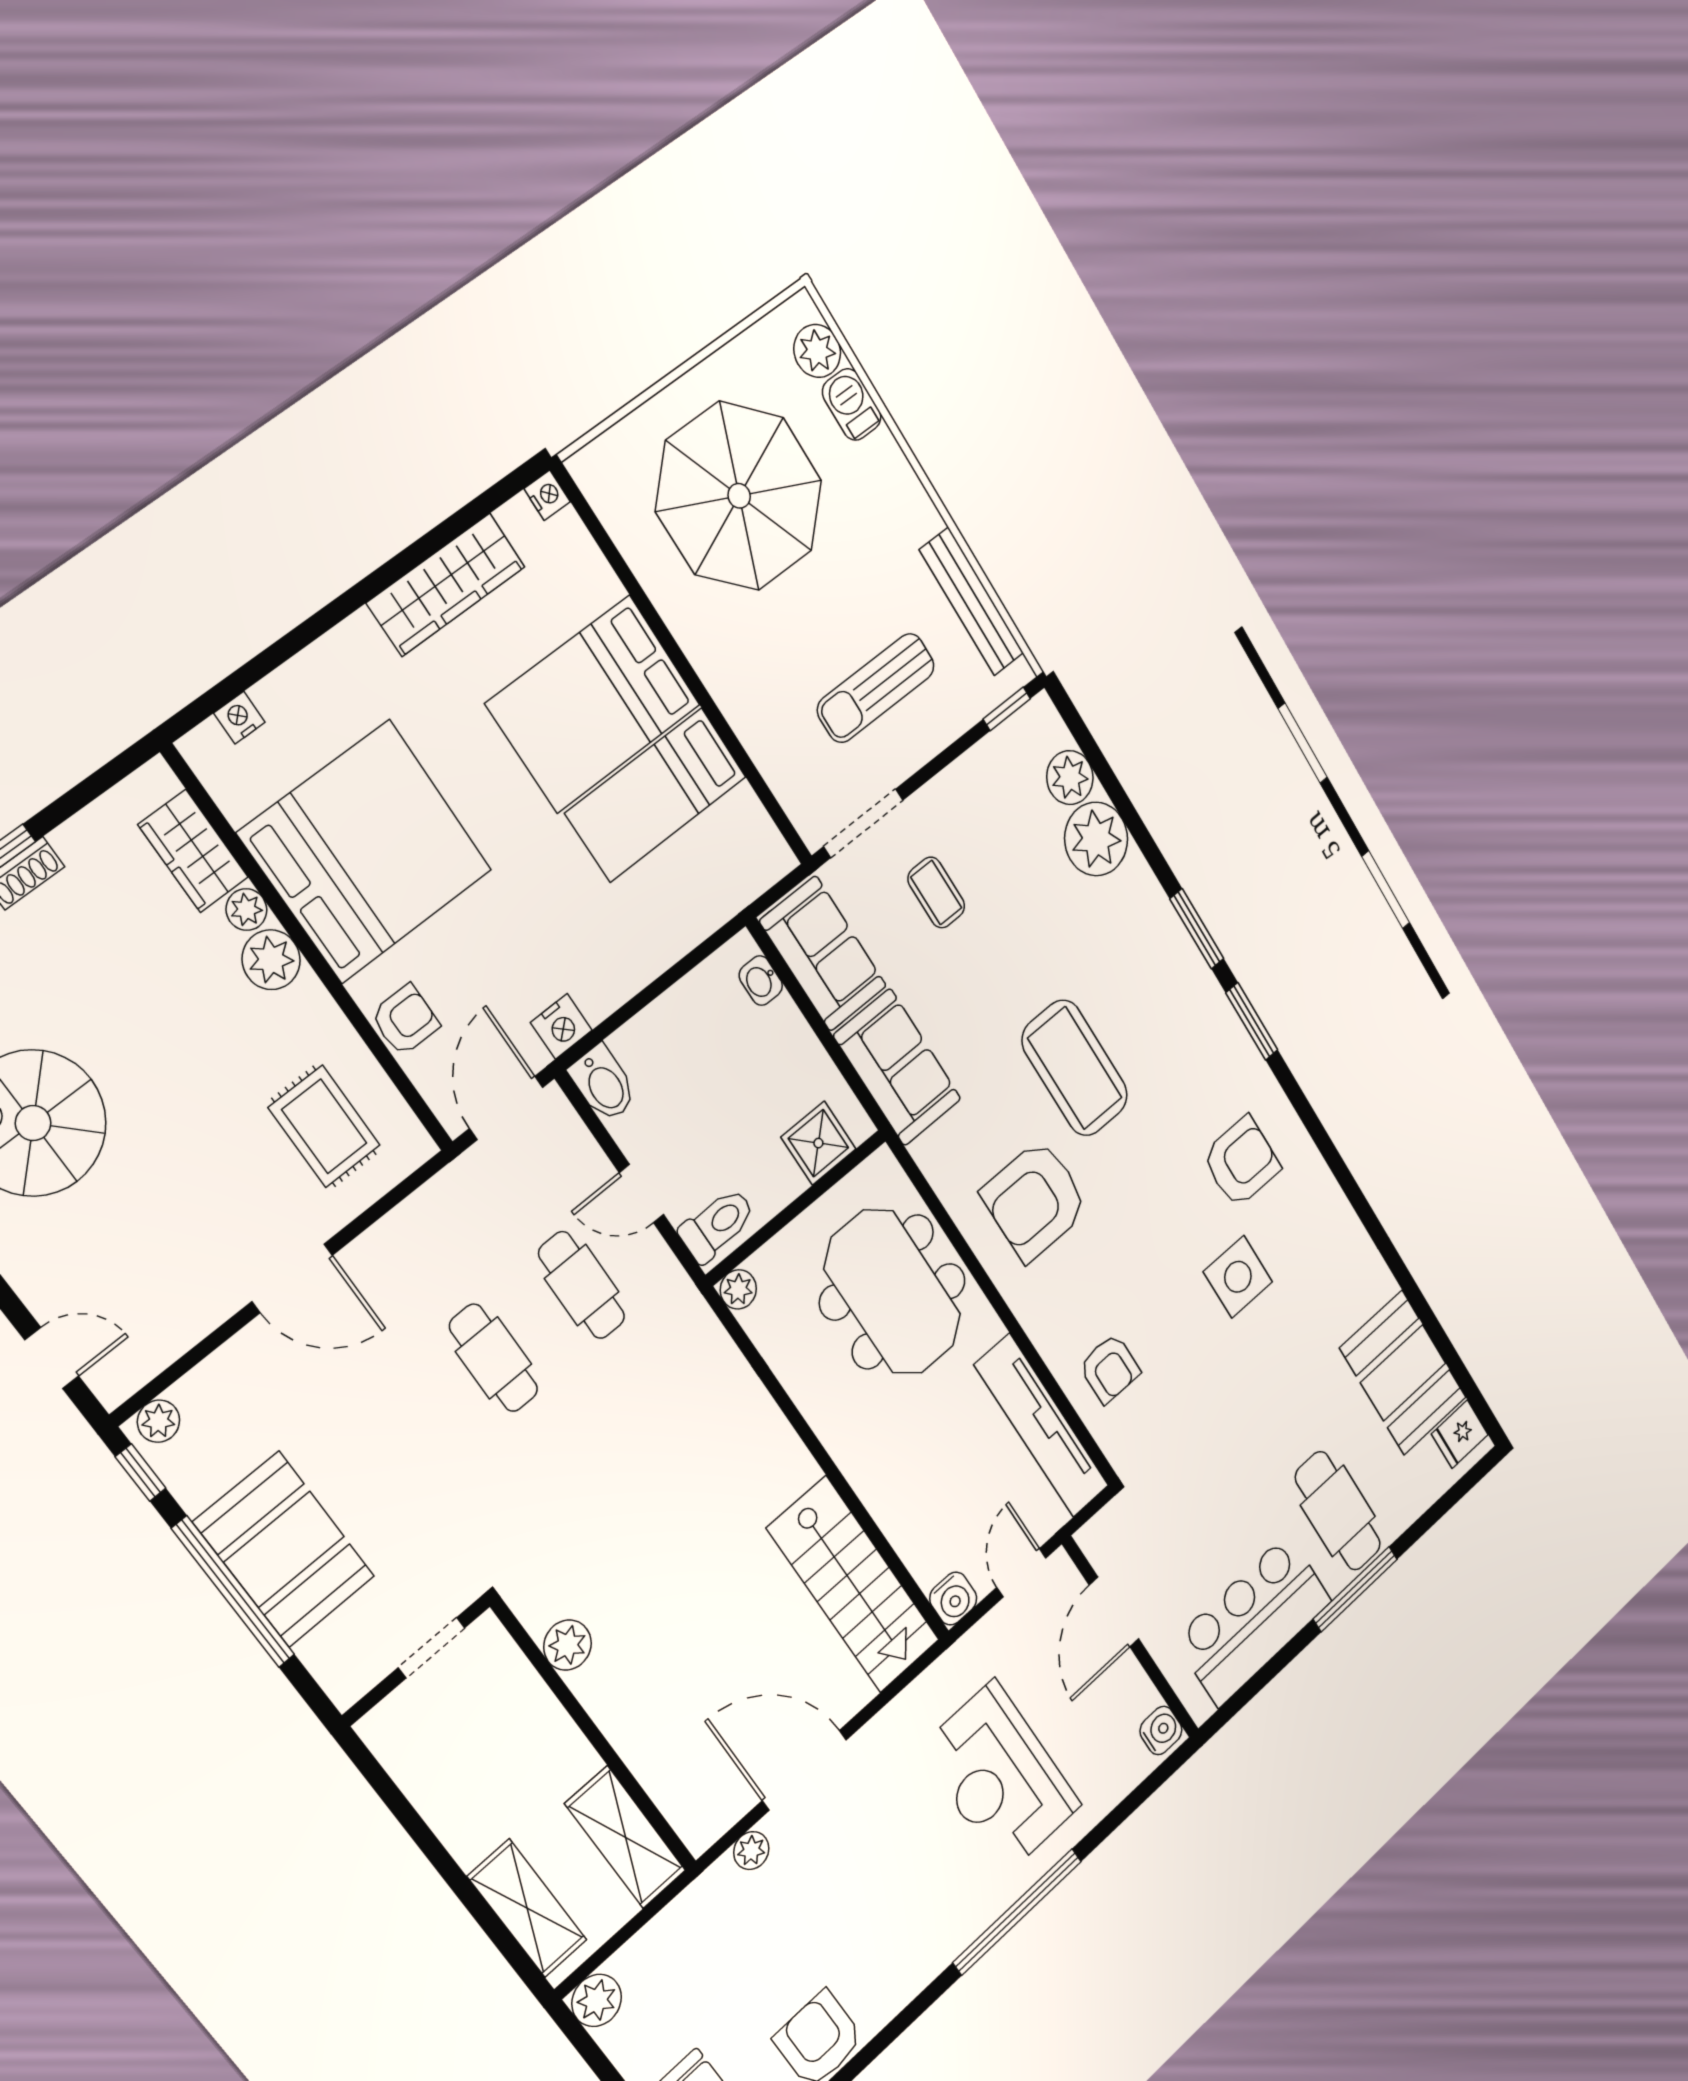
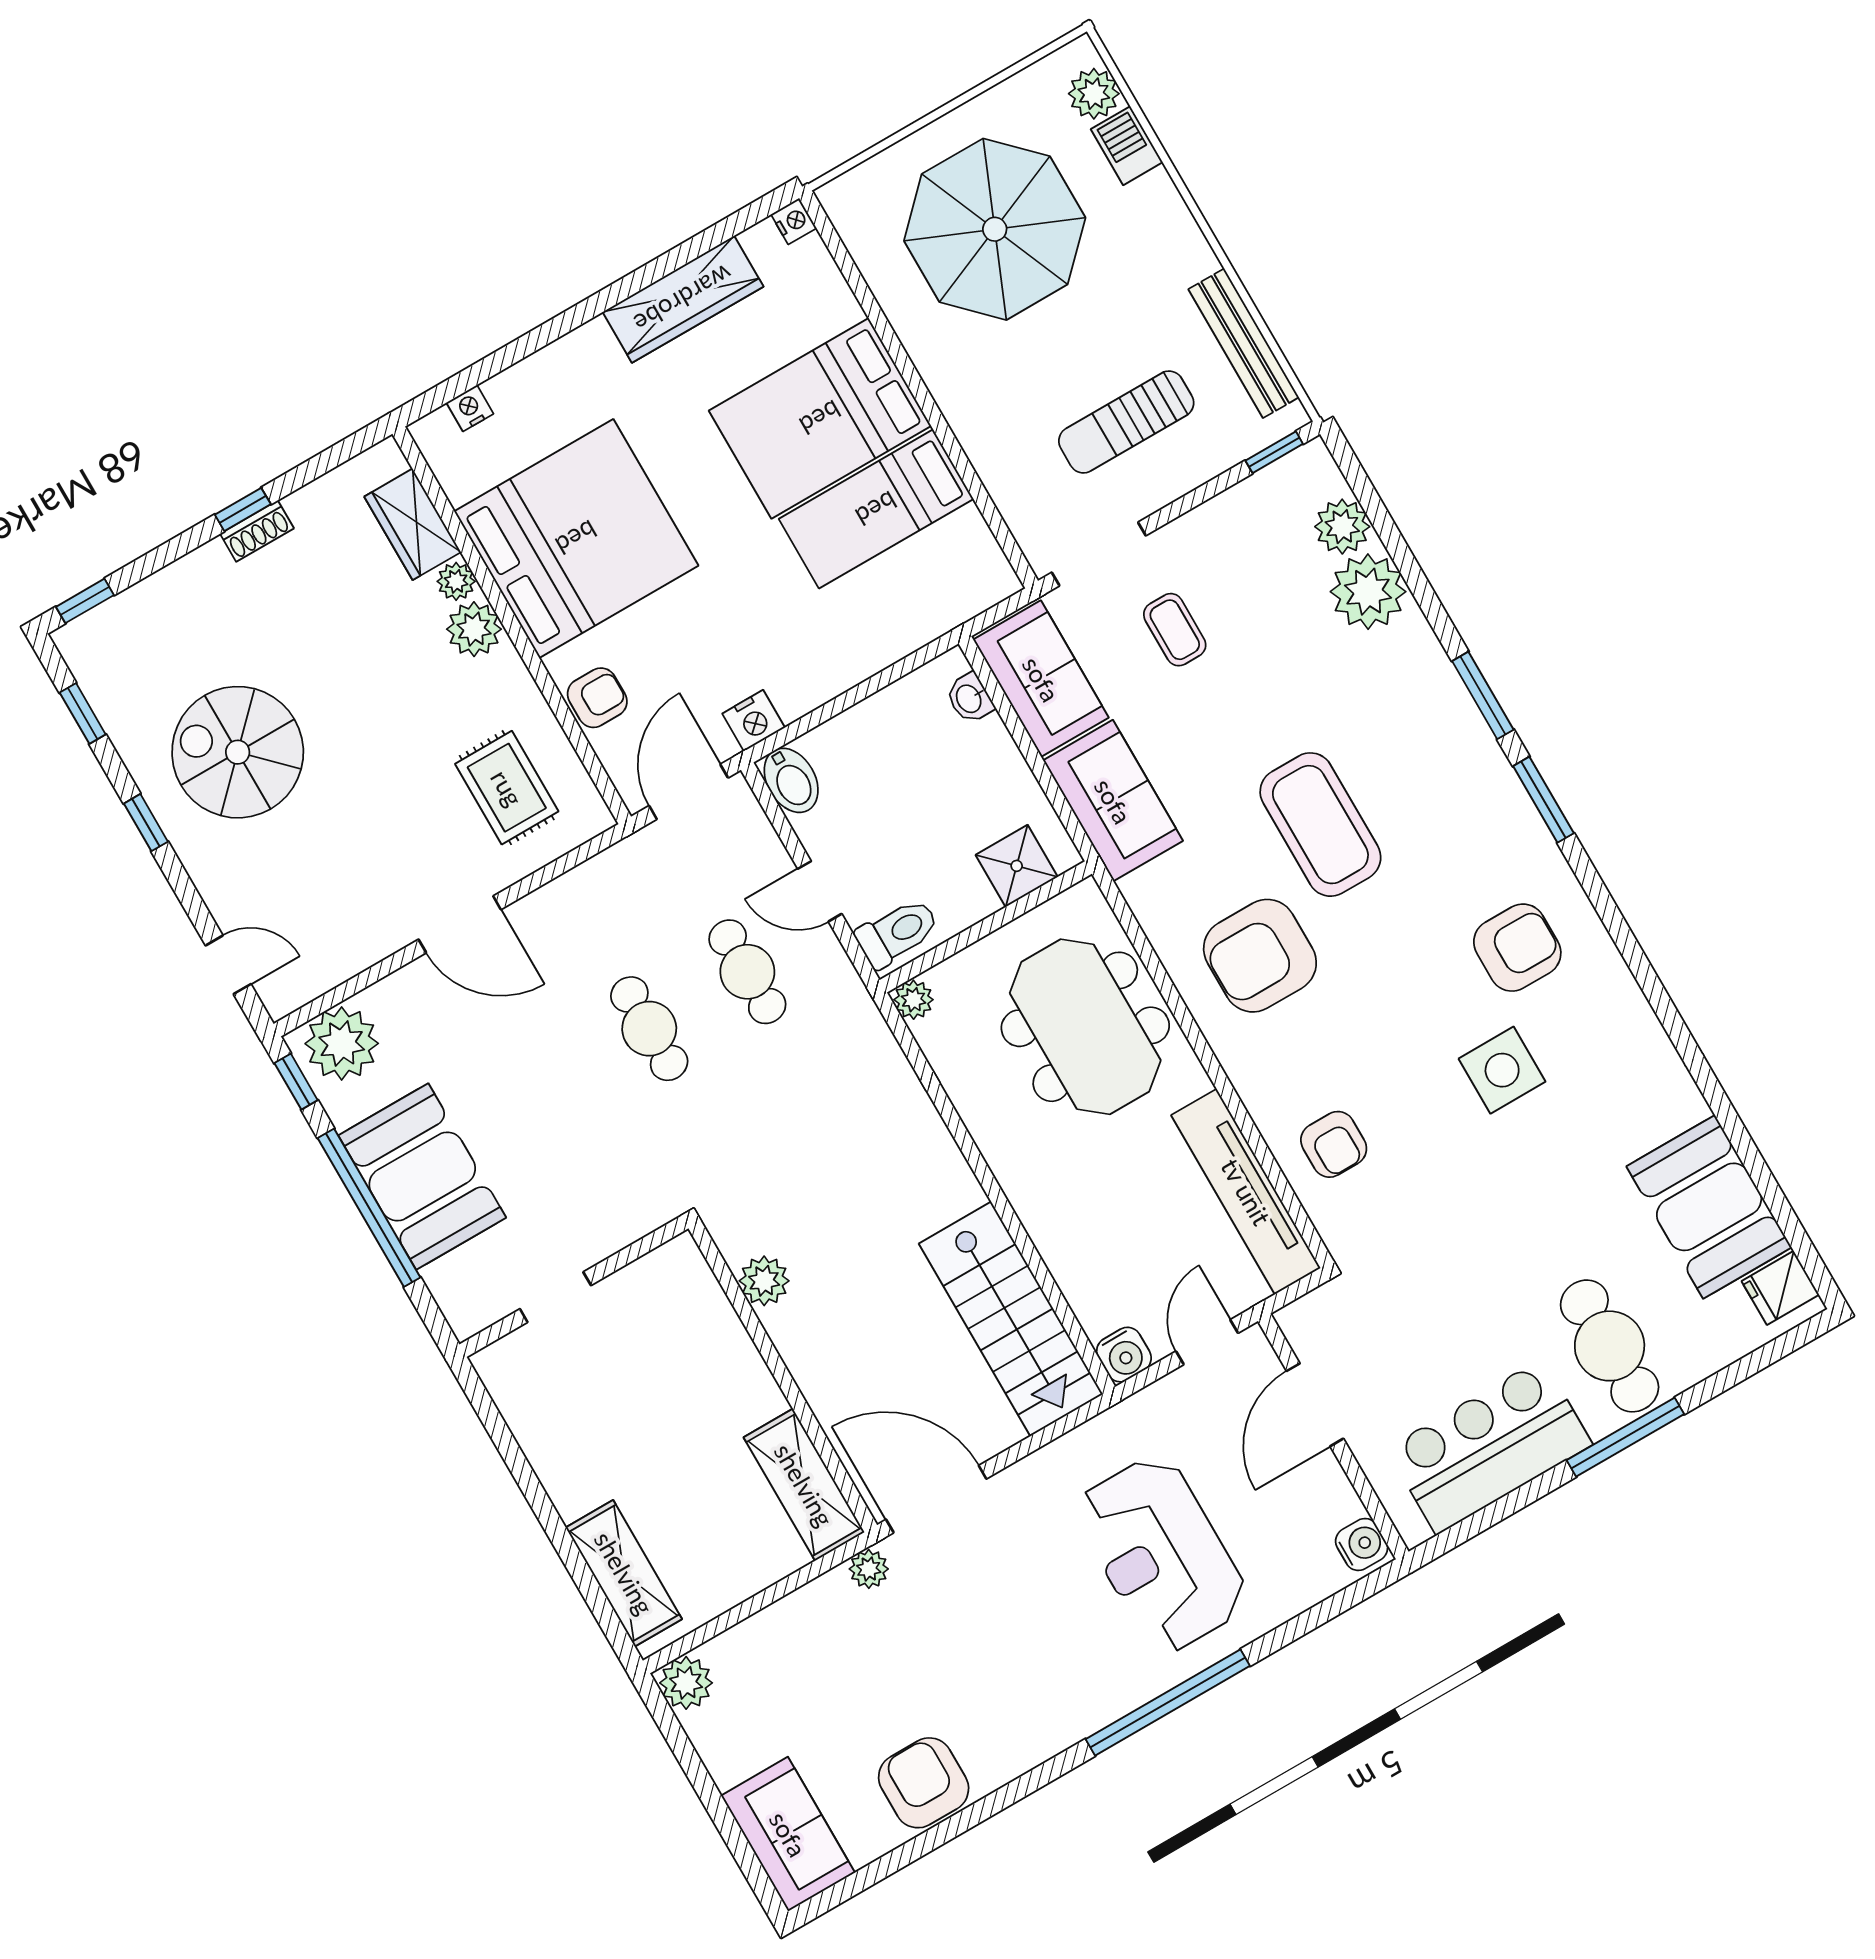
plant: (158, 1421) -> (342, 1044), width x1.87, depth x1.87
plant: (568, 1645) -> (764, 1281), moved
wall: (595, 1736) -> (783, 1377), moved
shelving: (625, 1837) -> (804, 1485), moved

